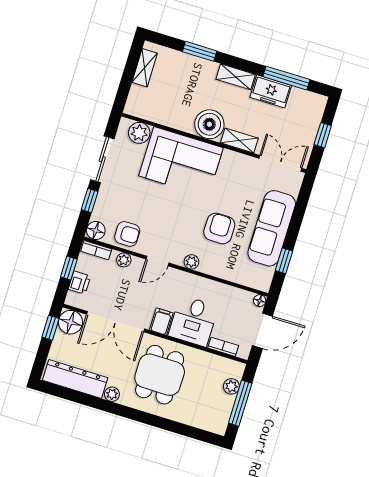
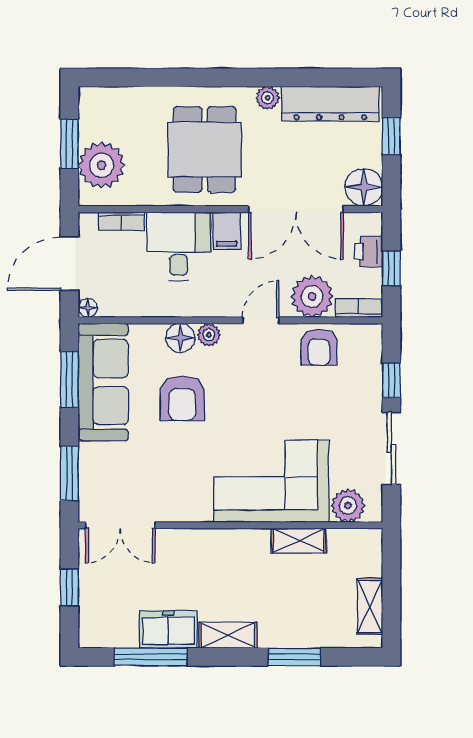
boiler: (209, 124) -> (246, 551), removed
shelving: (239, 141) -> (299, 541), moved
window: (301, 204) -> (69, 473), added
sofa: (272, 228) -> (103, 382), moved
floor lamp: (96, 230) -> (180, 338), moved
armchair: (127, 234) -> (319, 347), turned -90
plant: (124, 260) -> (312, 297), width x1.88, depth x1.88
window: (284, 261) -> (69, 380), width x1.50
double door: (116, 322) -> (296, 209), swing flipped
window: (50, 328) -> (391, 136), moved
plant: (231, 386) -> (102, 165), width x1.88, depth x1.88
window: (240, 403) -> (69, 144), width x0.69

